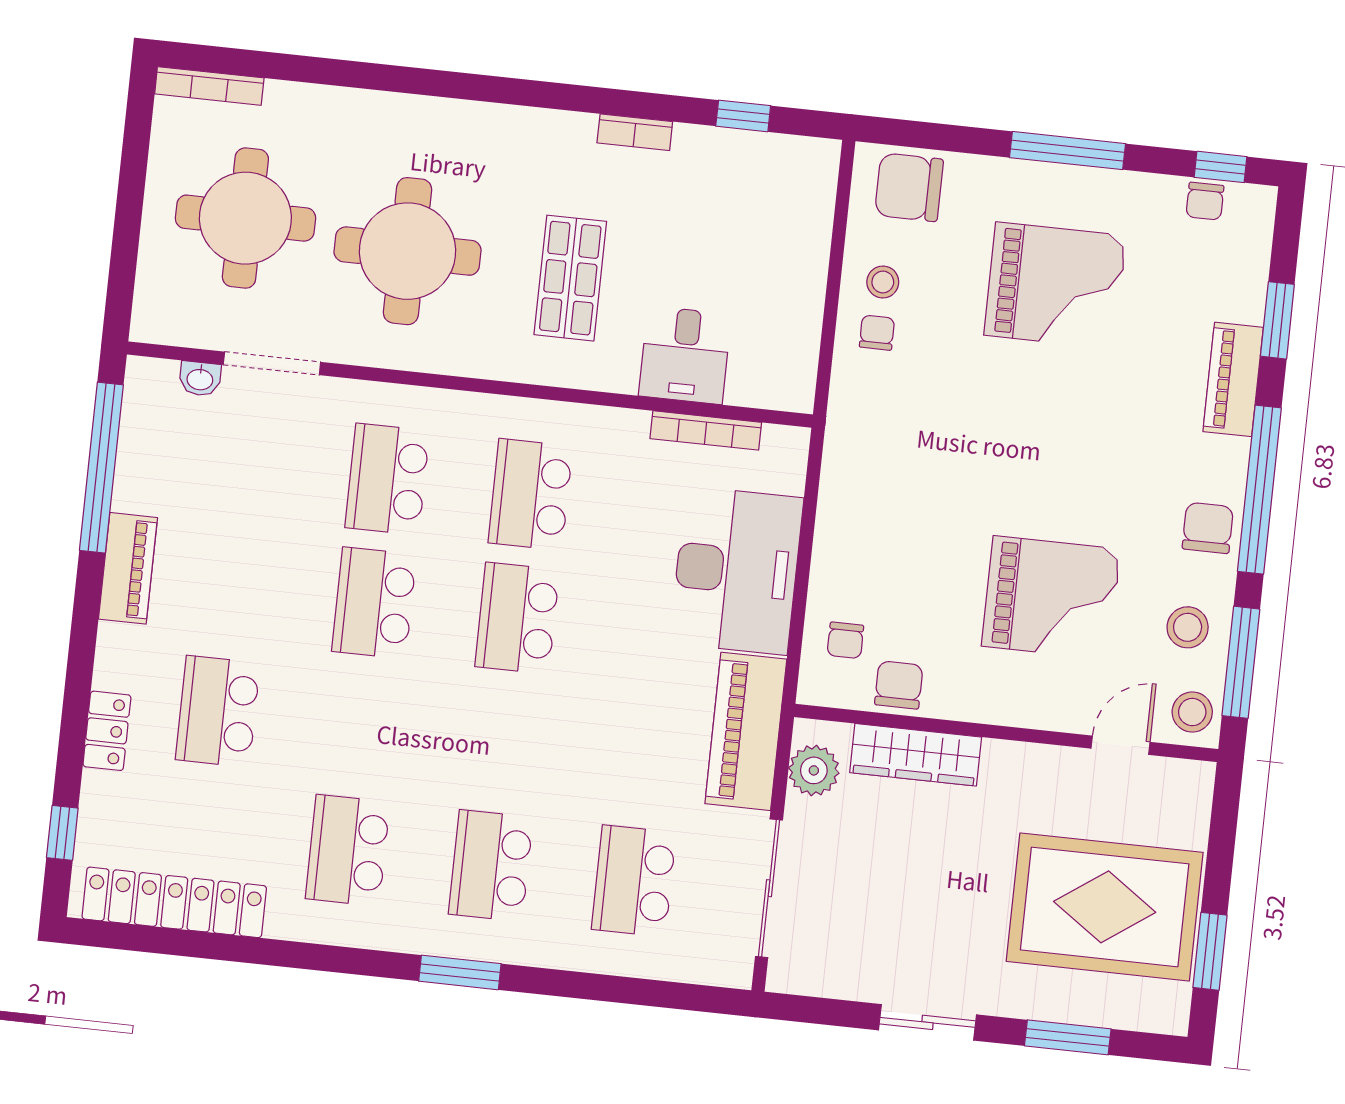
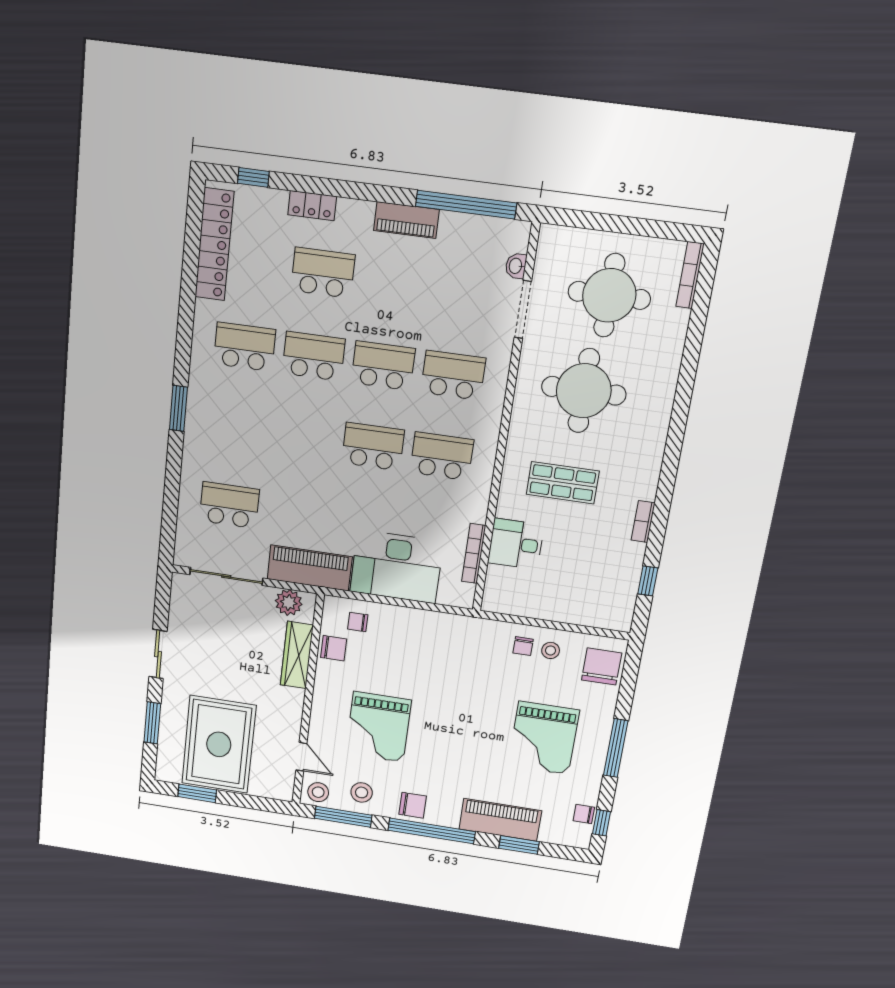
chair: (877, 333) -> (523, 646), turned 90
piano: (1233, 379) -> (500, 820), width x1.37, depth x1.33
school desk: (491, 866) -> (314, 356), moved

